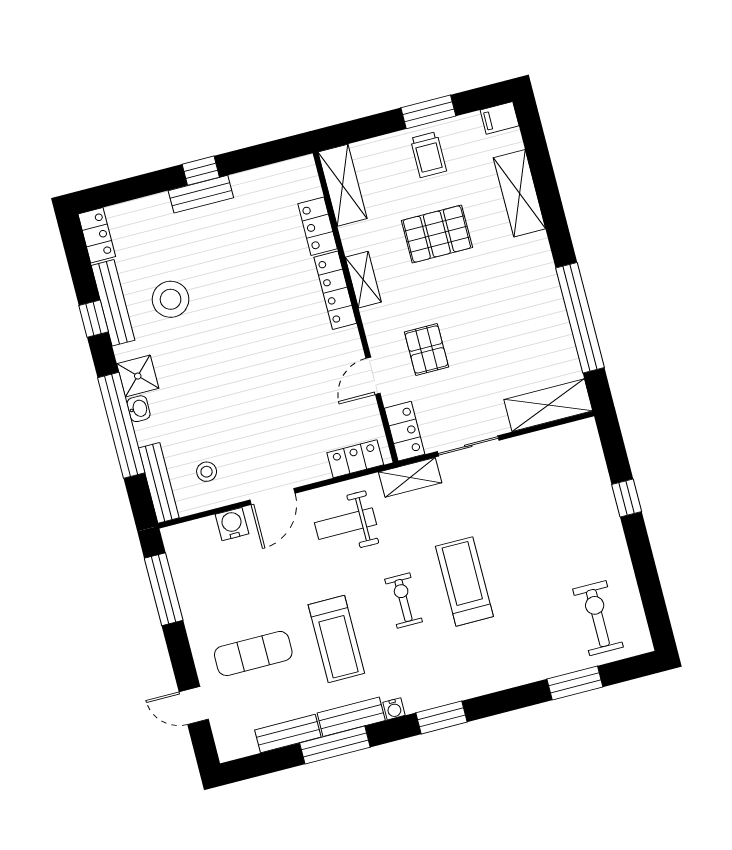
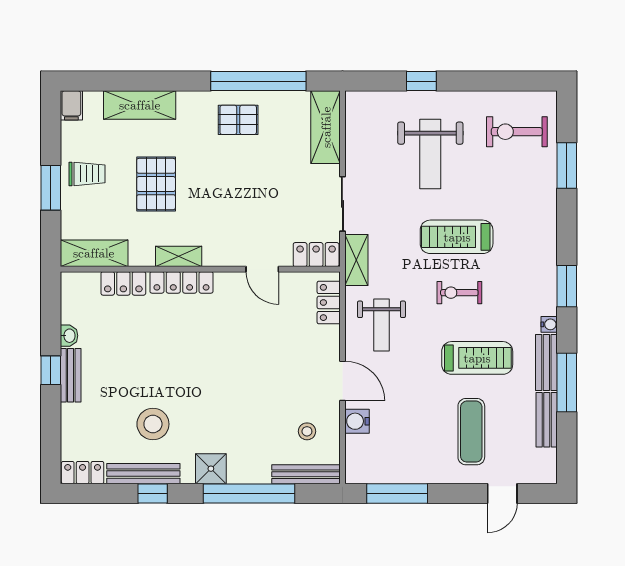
window: (428, 112) -> (51, 188), moved
pallet: (427, 349) -> (238, 120), moved
washbasin: (139, 409) -> (69, 336), moved, turned 90
weight bench: (549, 529) -> (430, 154), added

